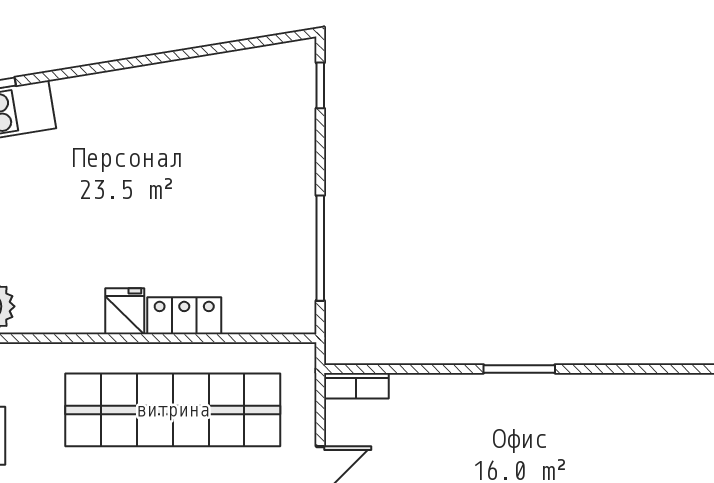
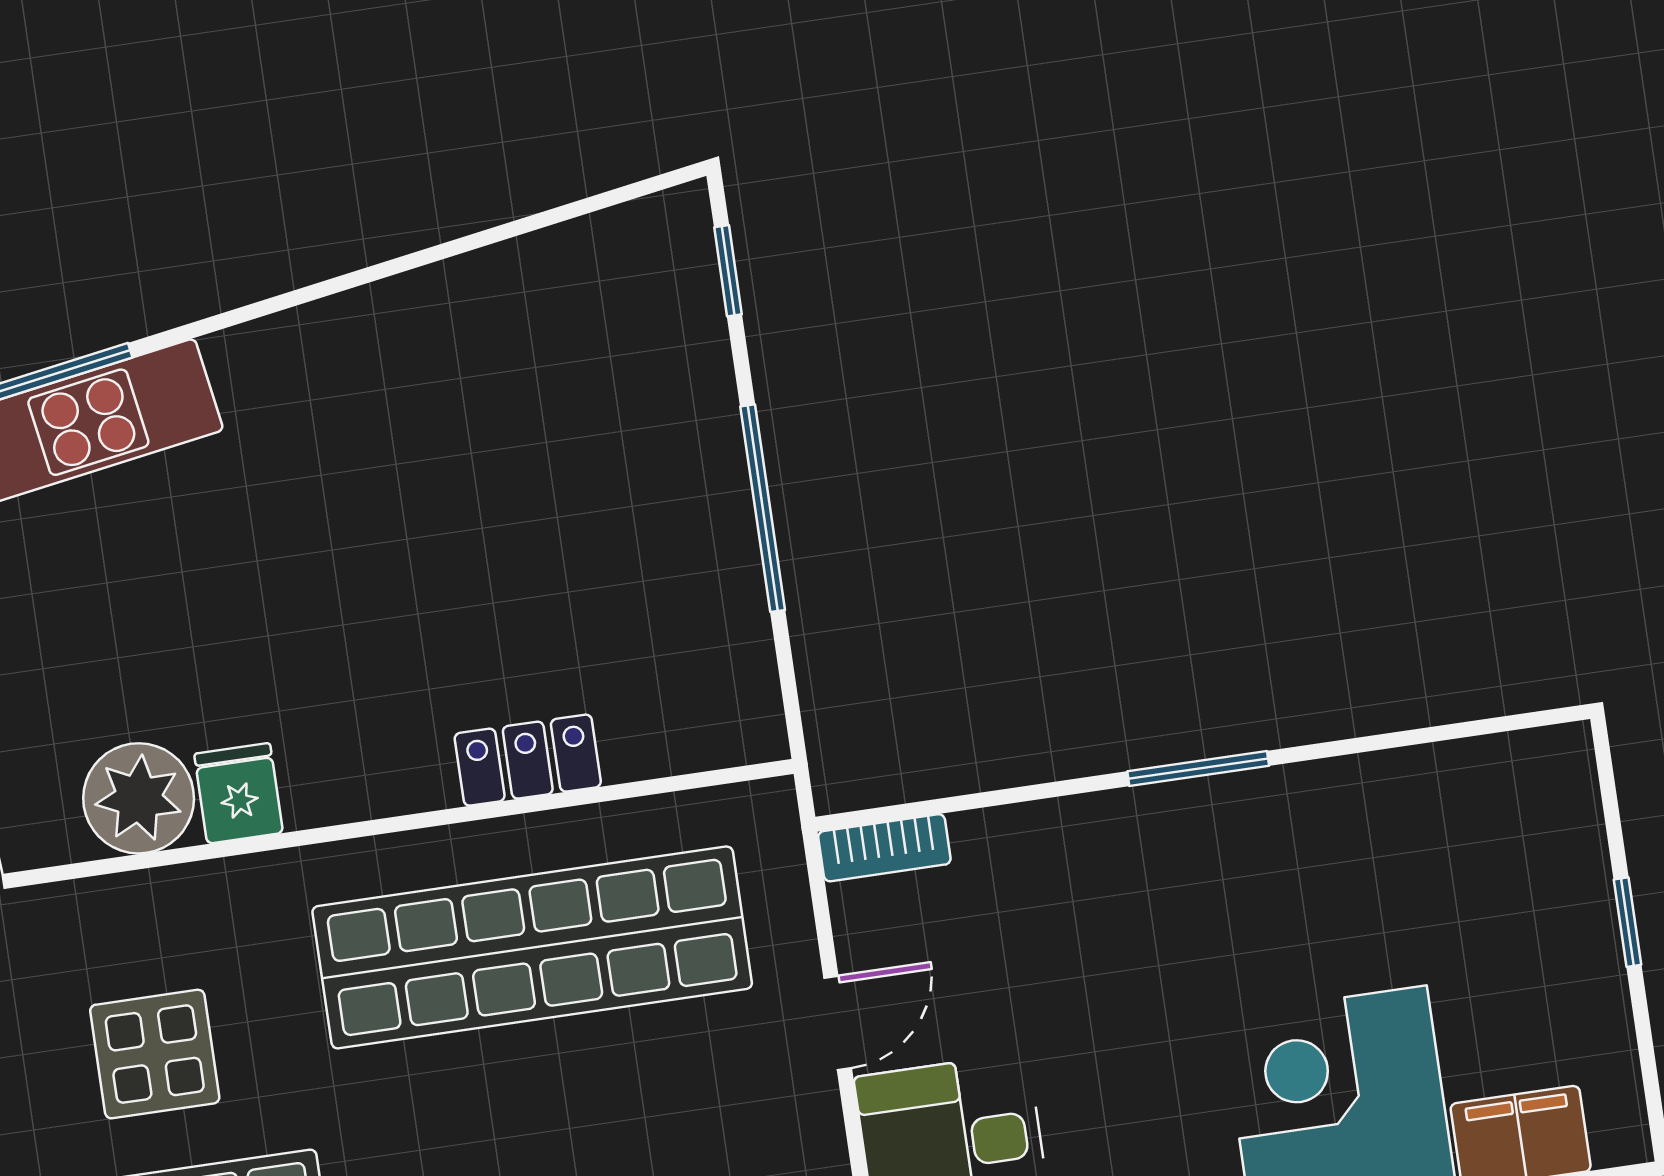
window: (320, 248) -> (763, 508), moved
fridge: (125, 311) -> (239, 793), moved

